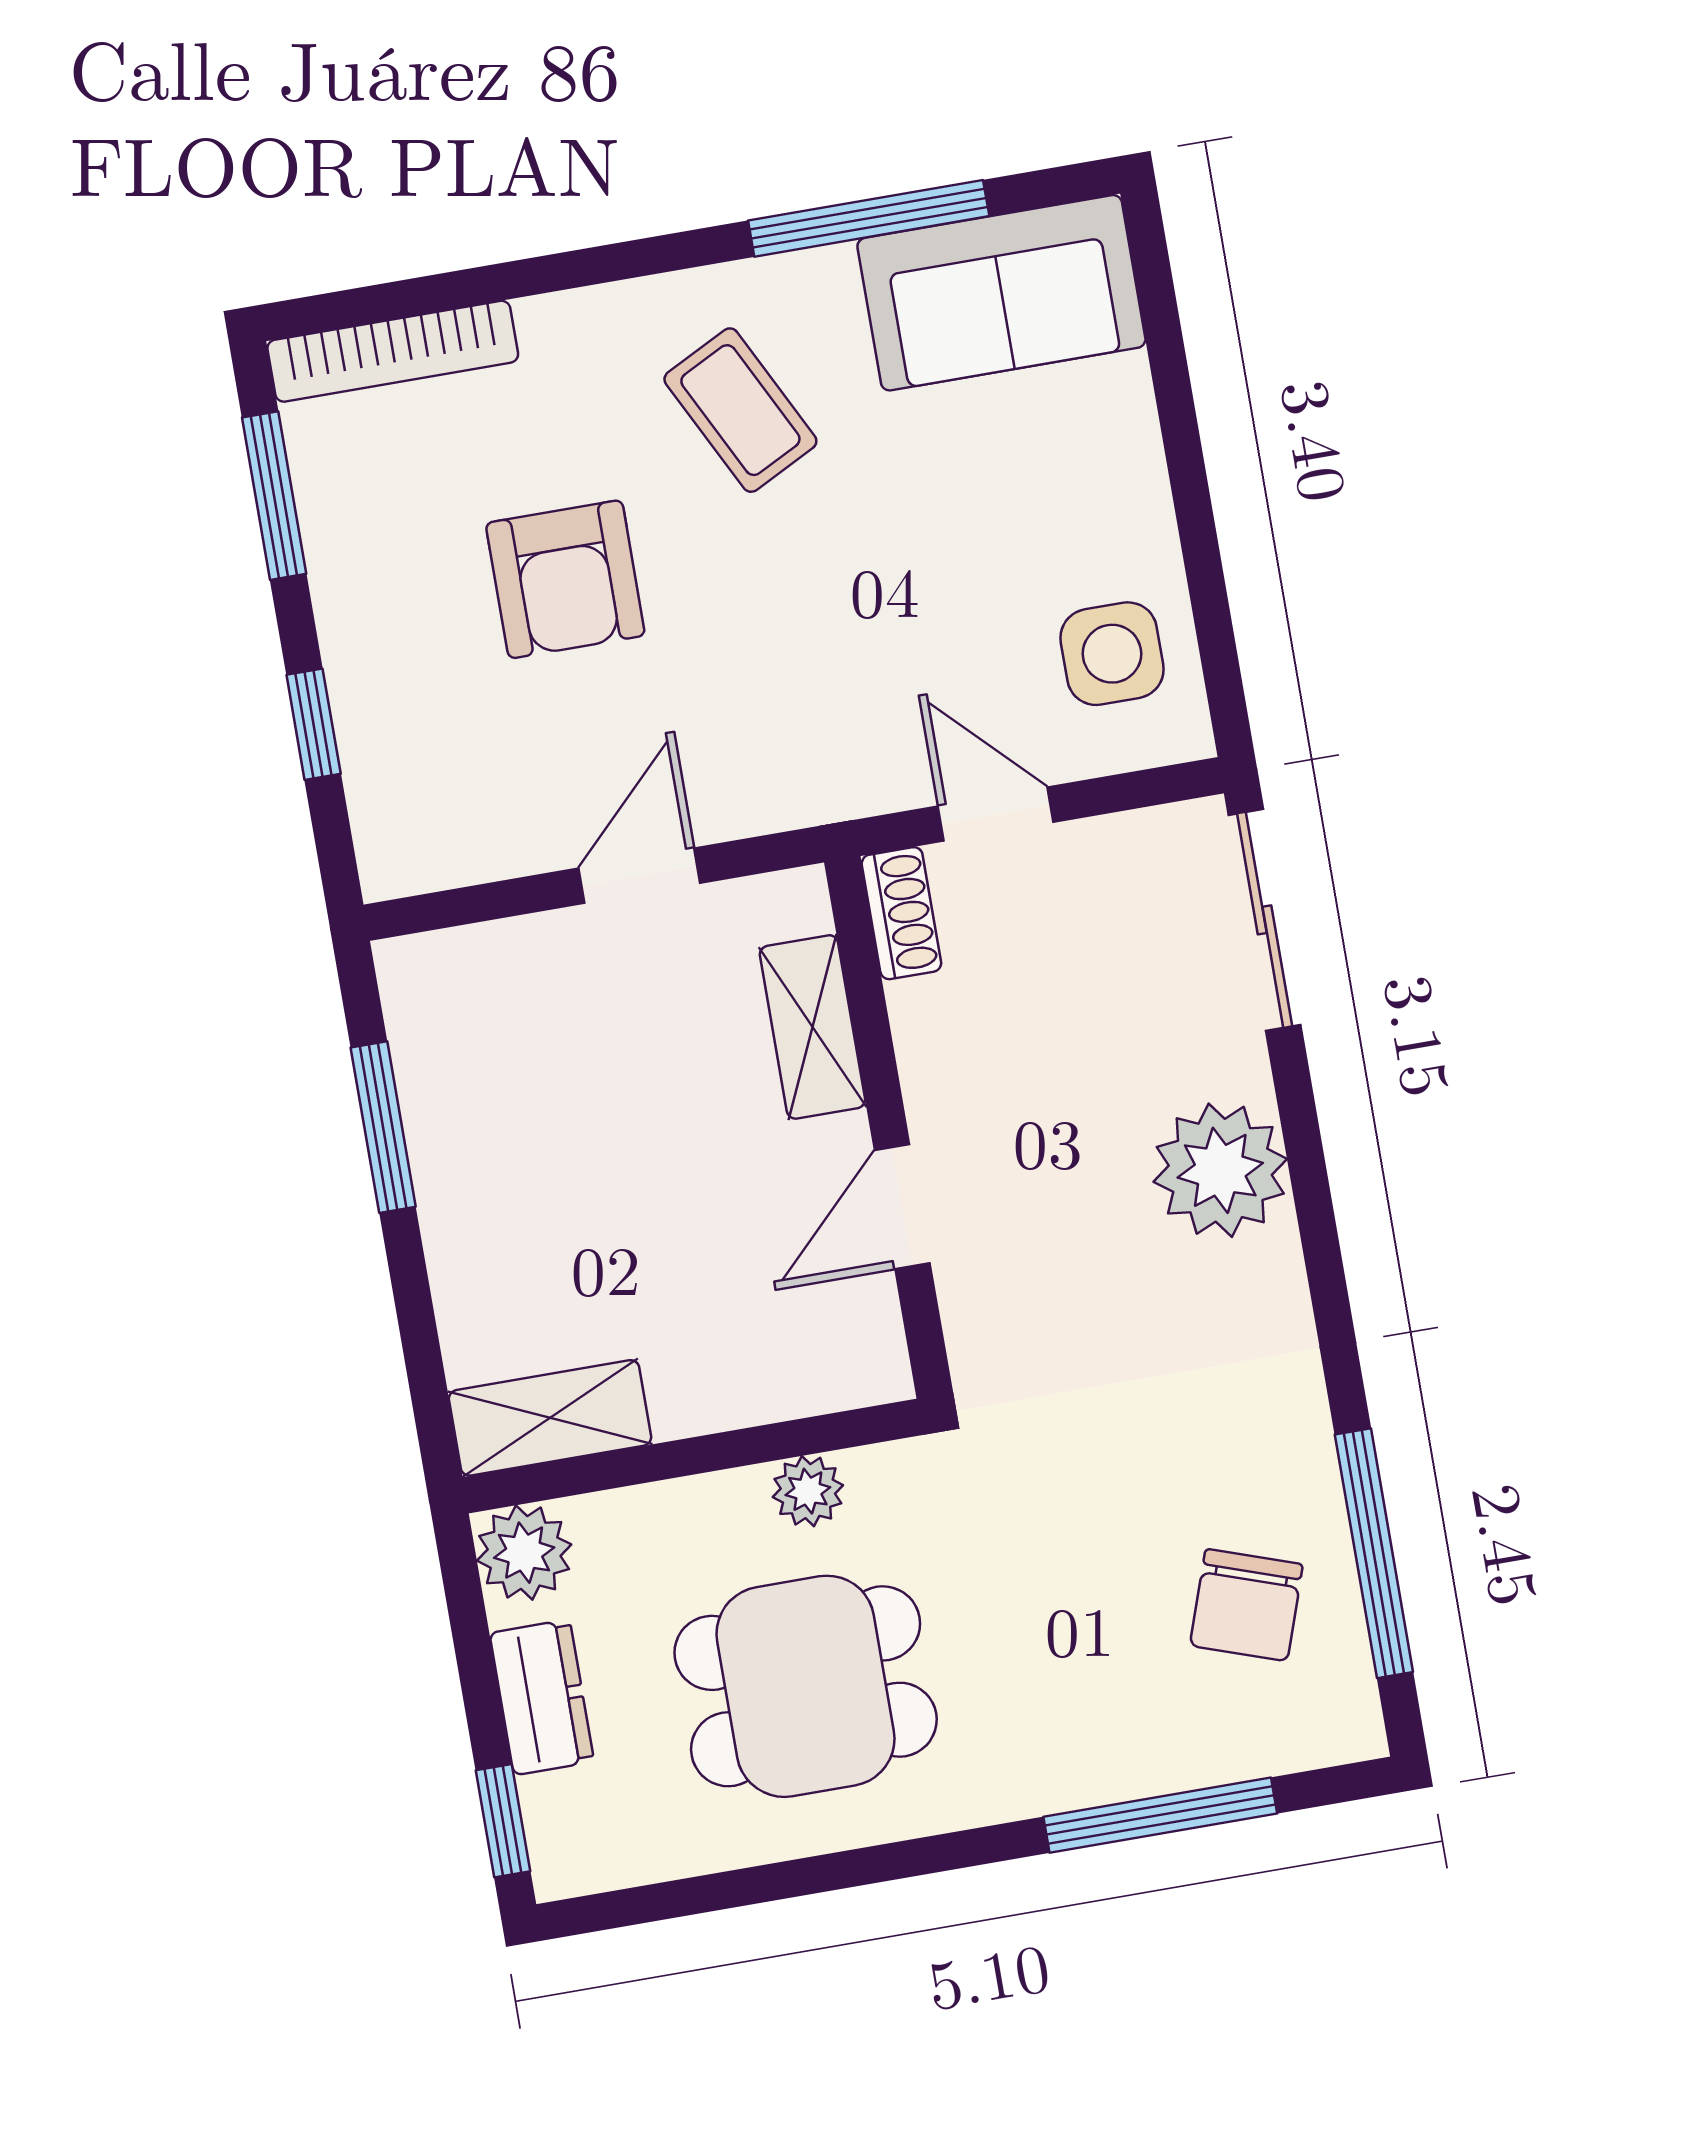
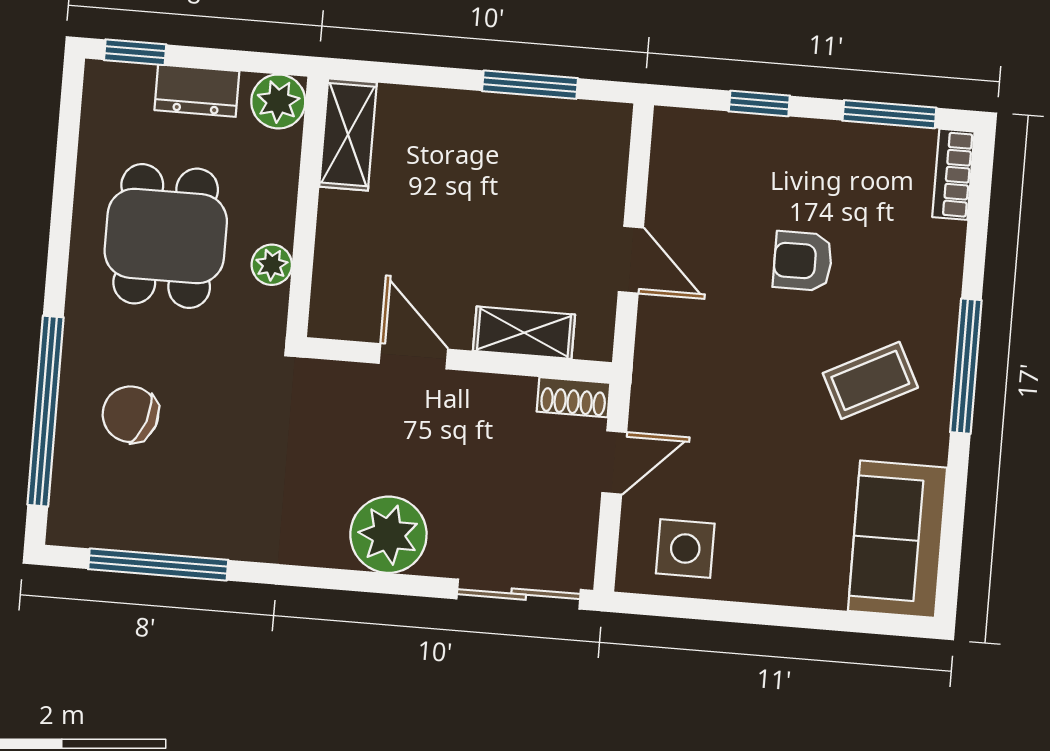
window: (869, 218) -> (966, 366), moved
bookcase: (393, 351) -> (953, 174), width x0.64
armchair: (565, 579) -> (803, 261), width x0.72, depth x0.72
chair: (1246, 1605) -> (130, 414), moved
window: (1160, 1815) -> (46, 411), width x1.46

